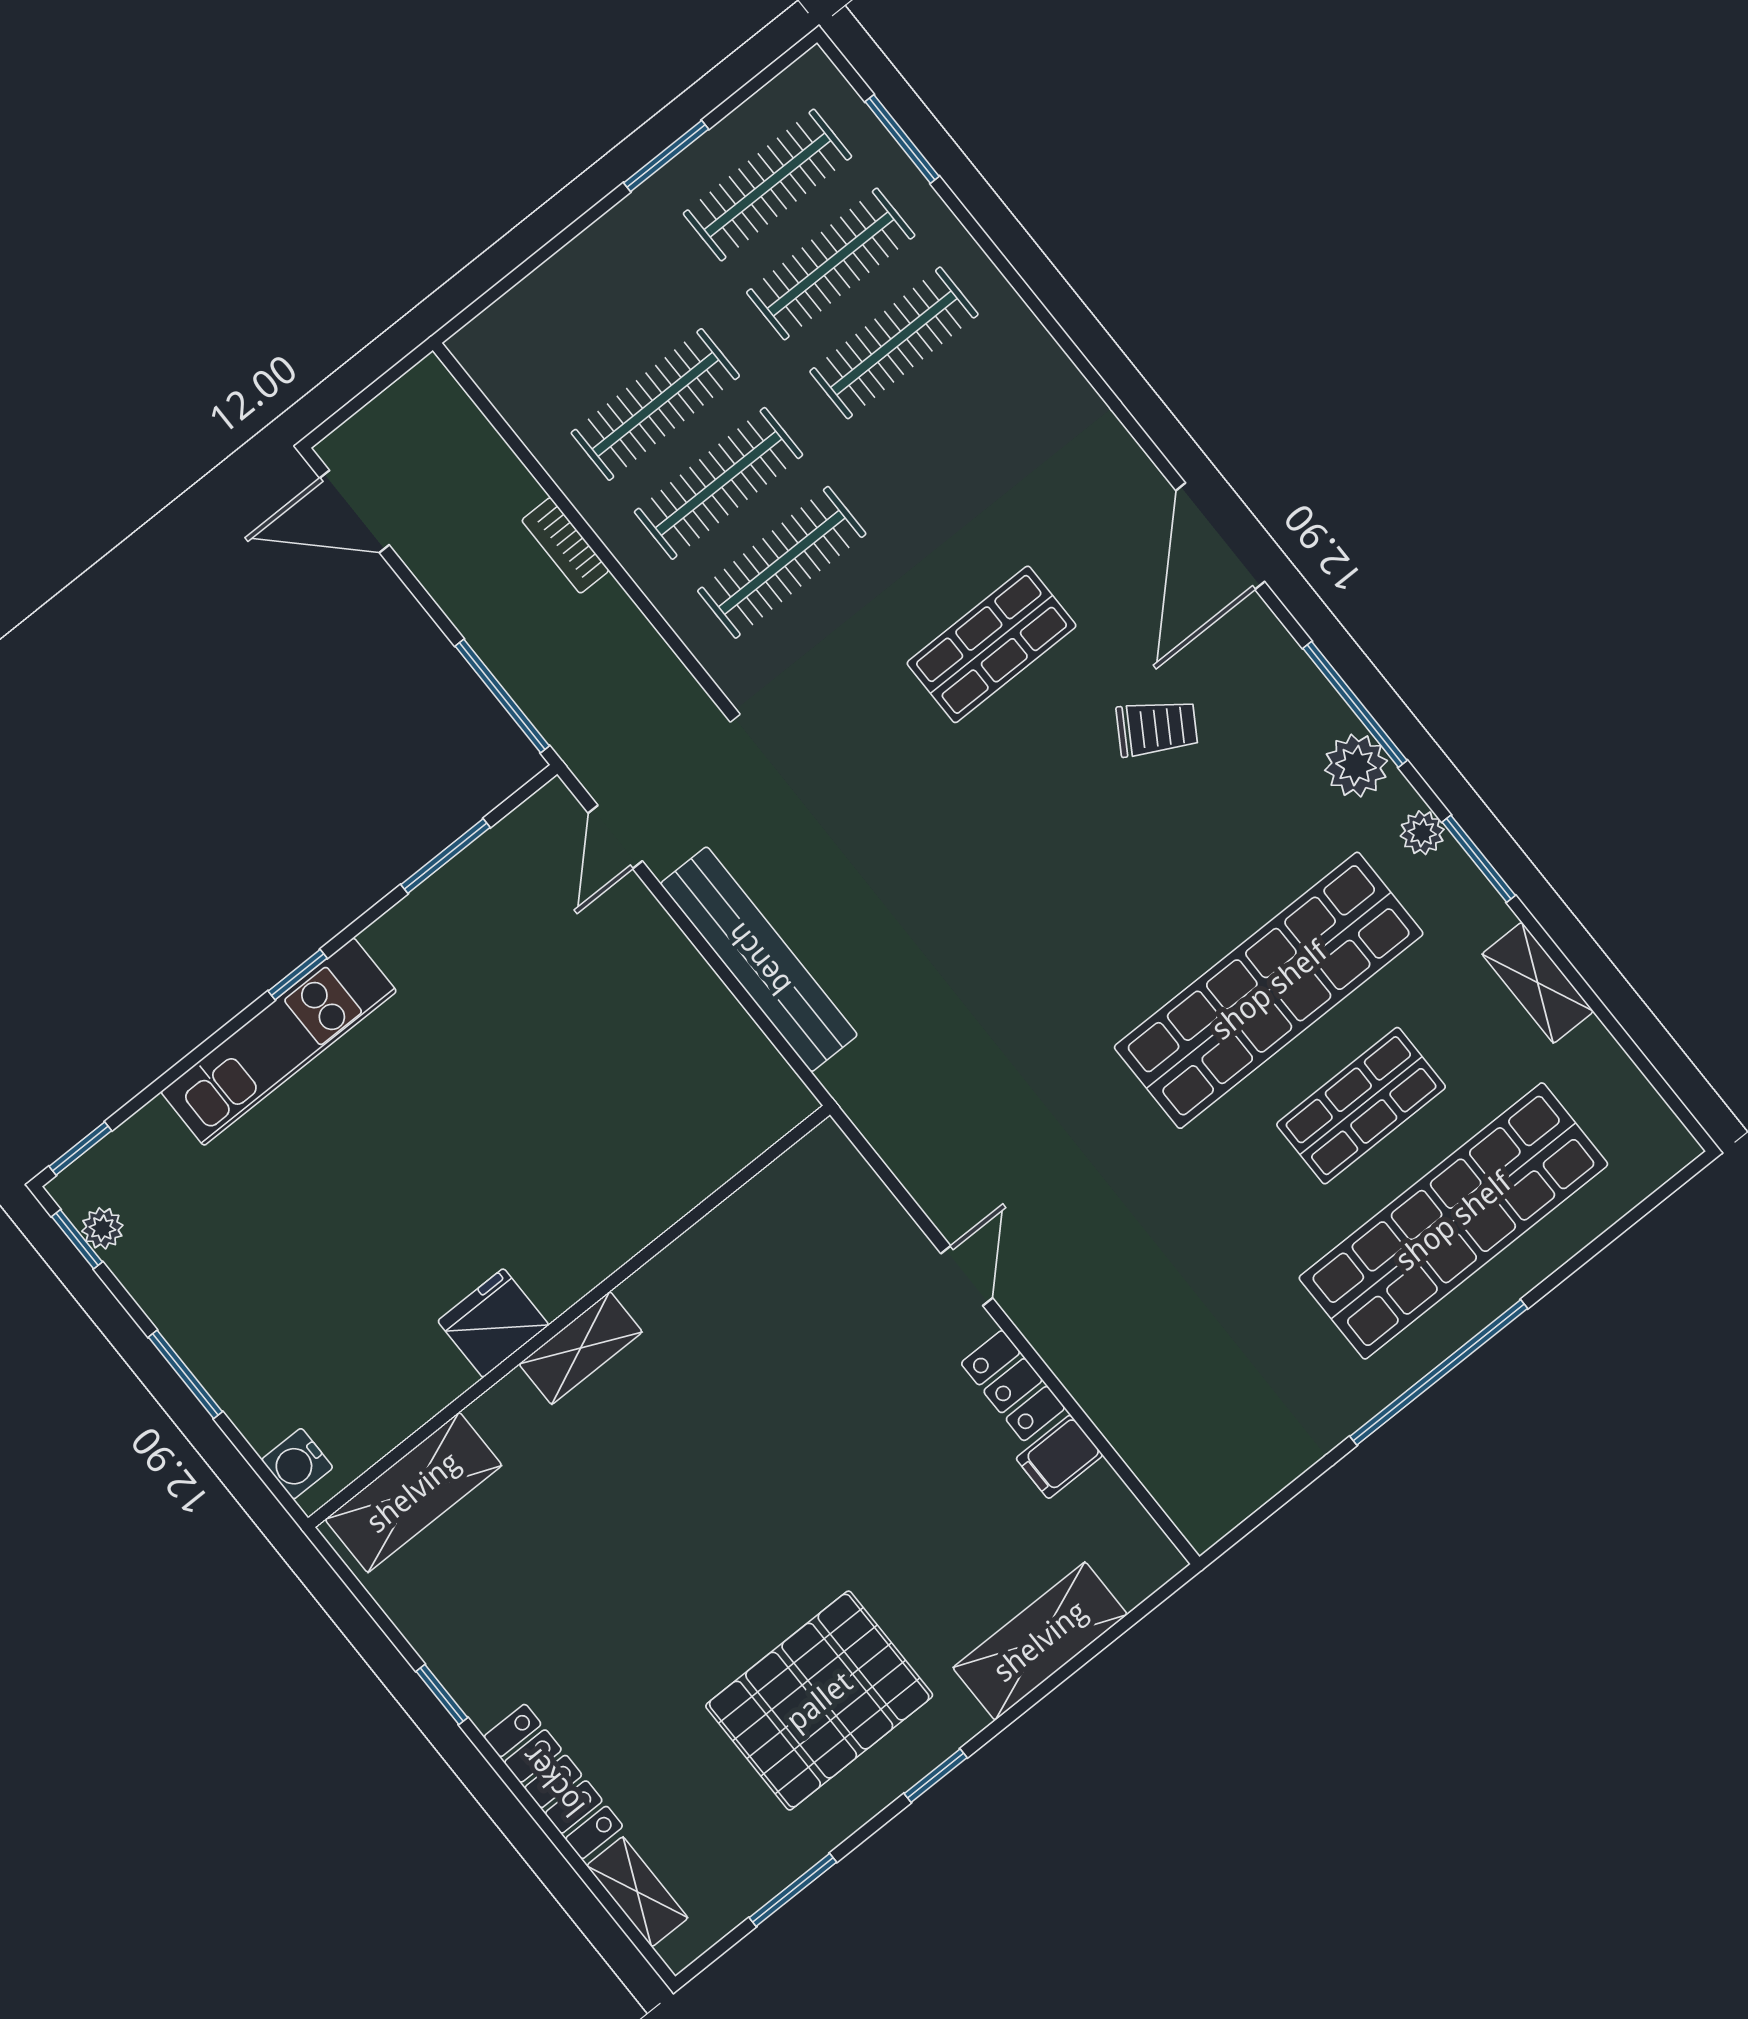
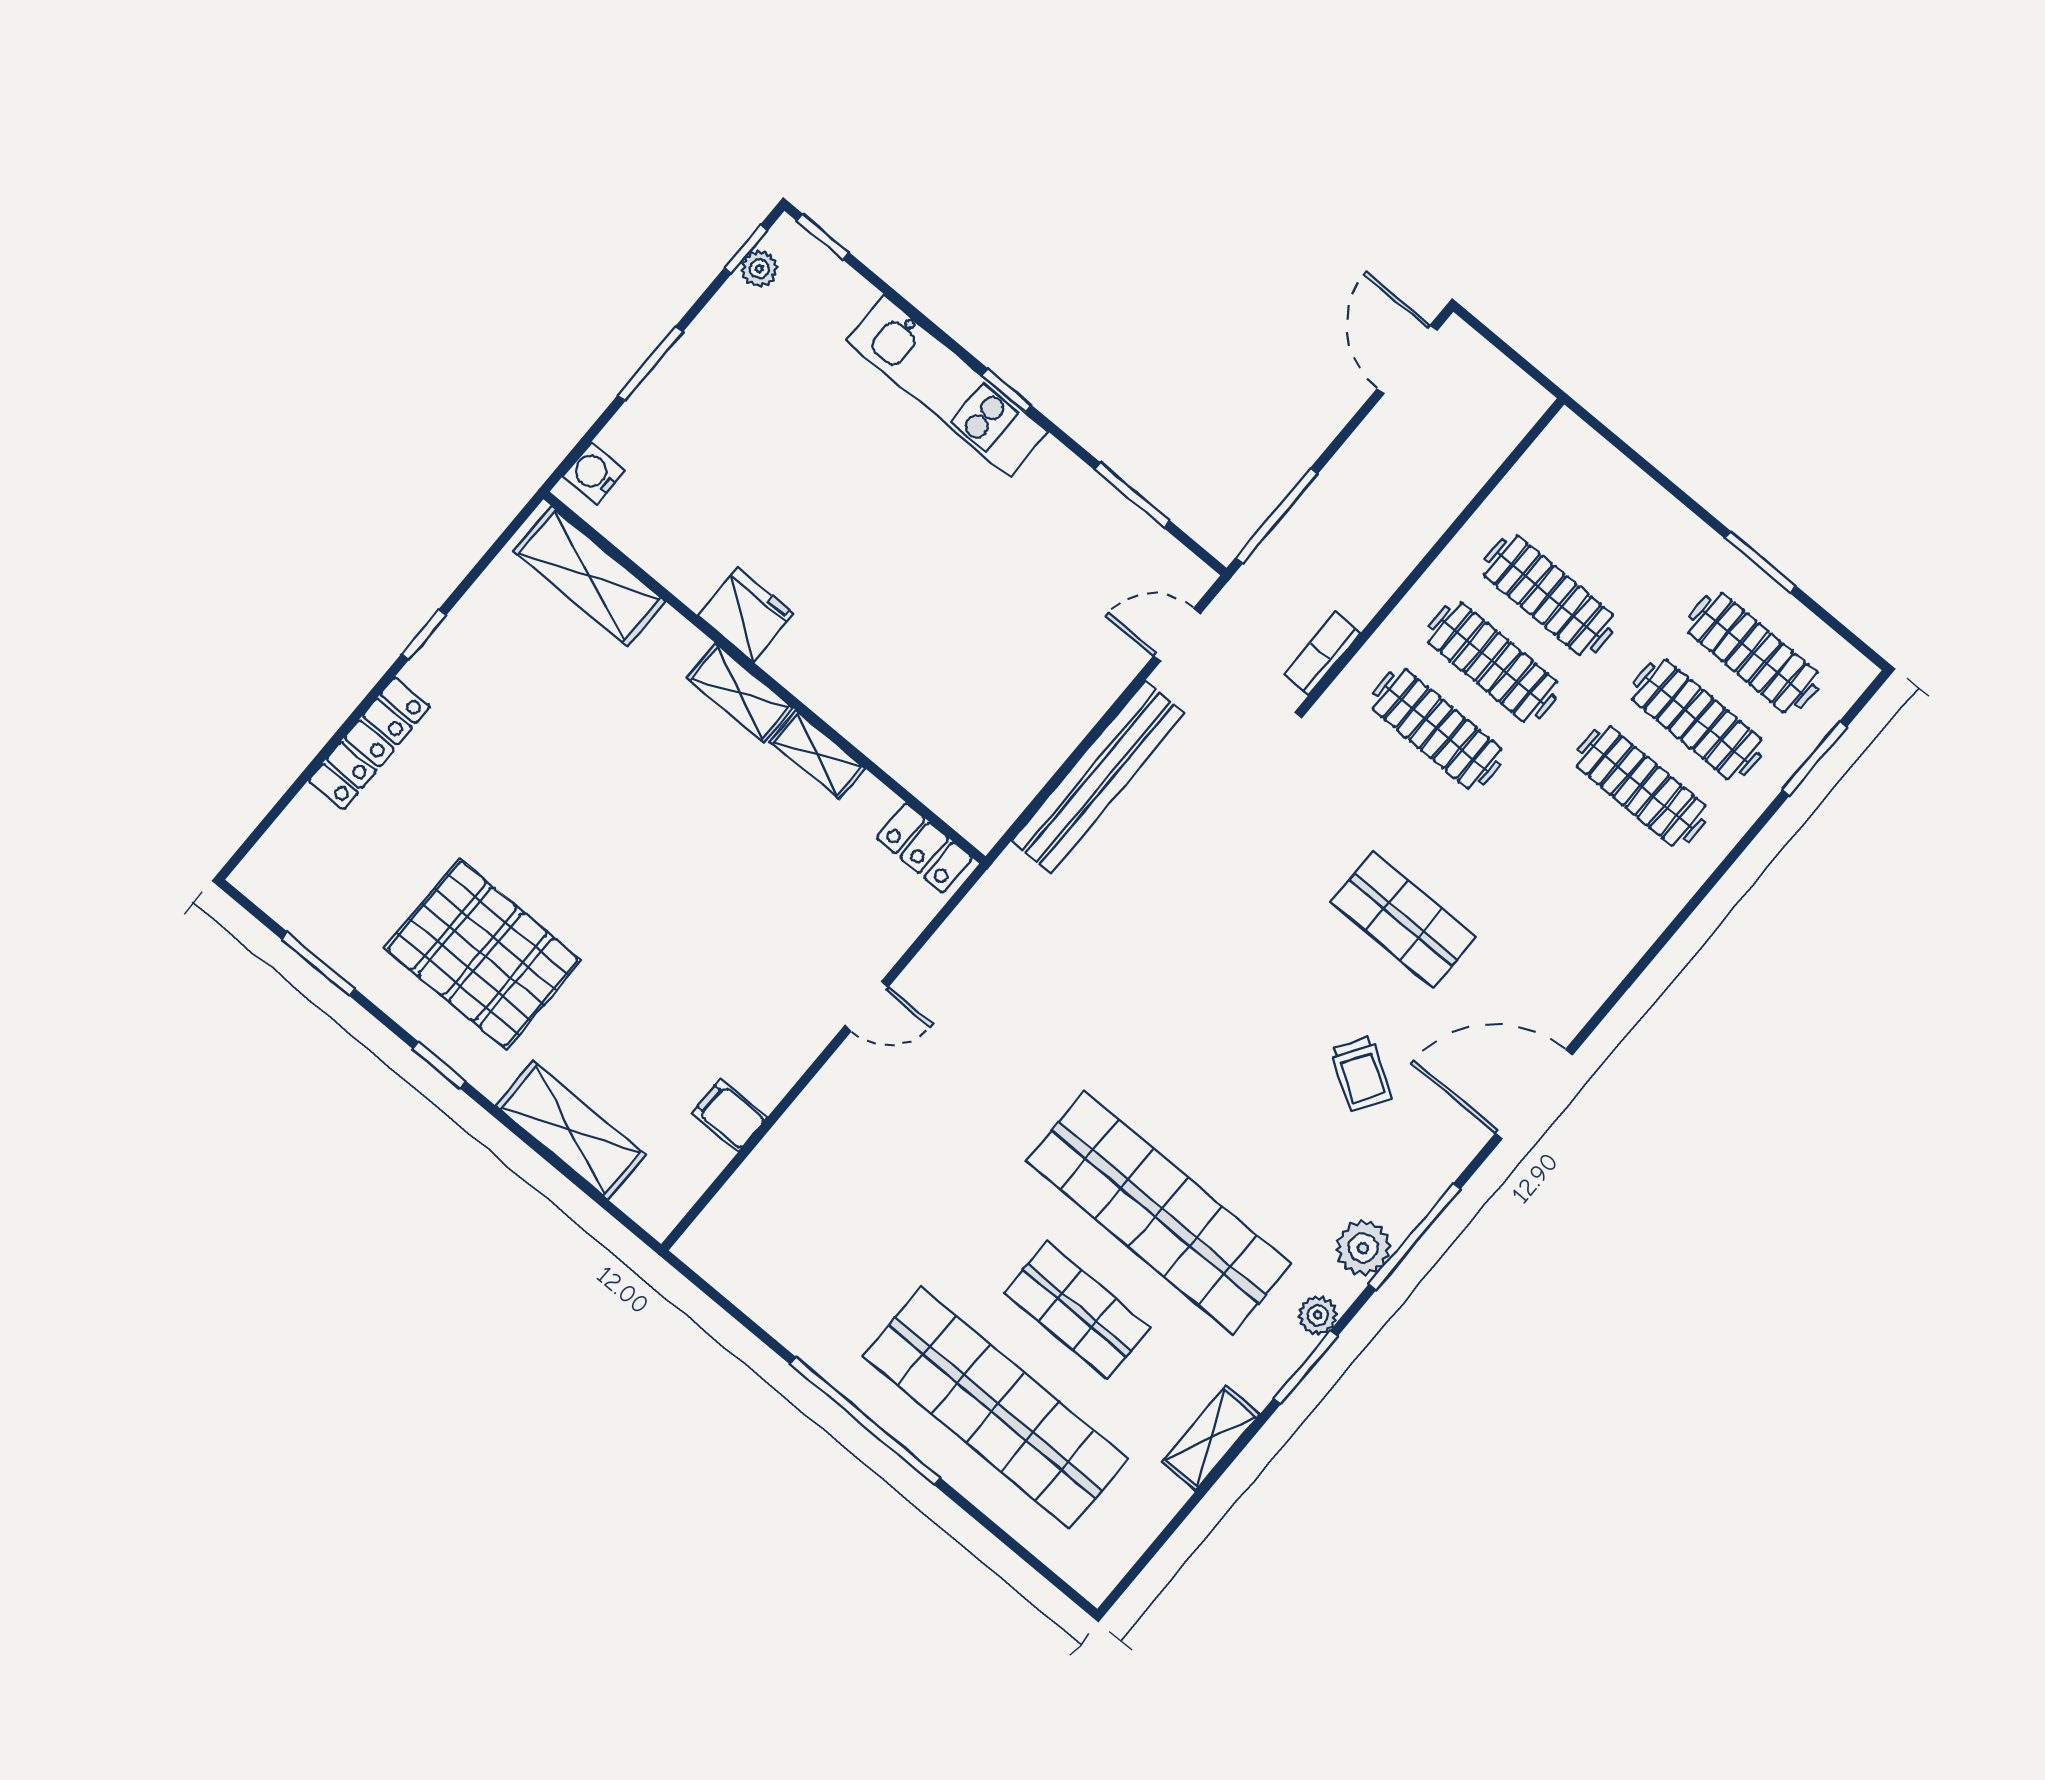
bookcase: (565, 545) -> (1322, 654), moved
locker: (1013, 1386) -> (924, 848), moved, turned -90
shelving: (637, 1892) -> (818, 755), moved, turned 90

